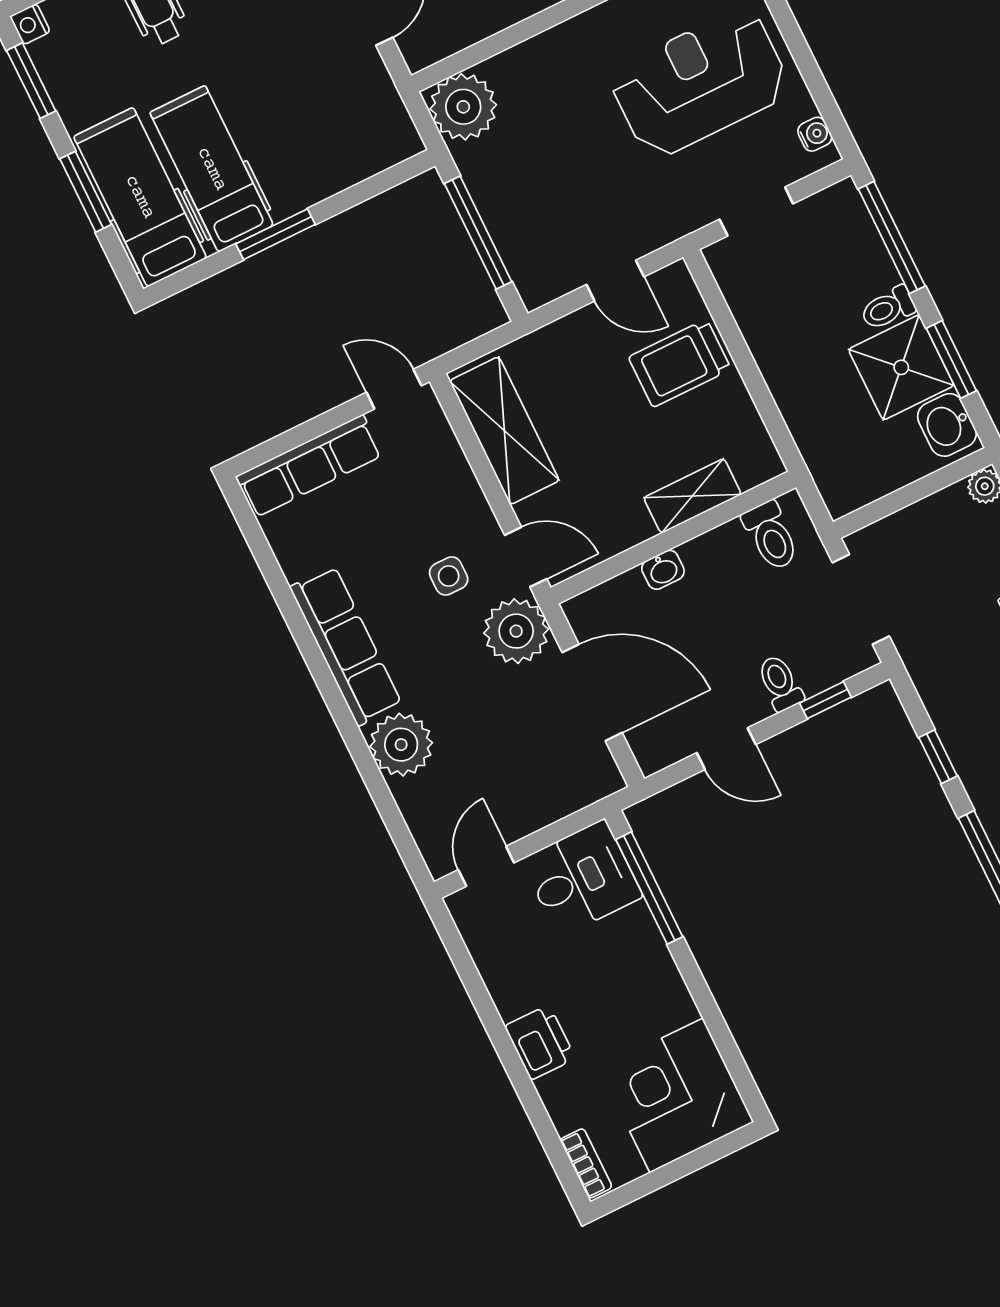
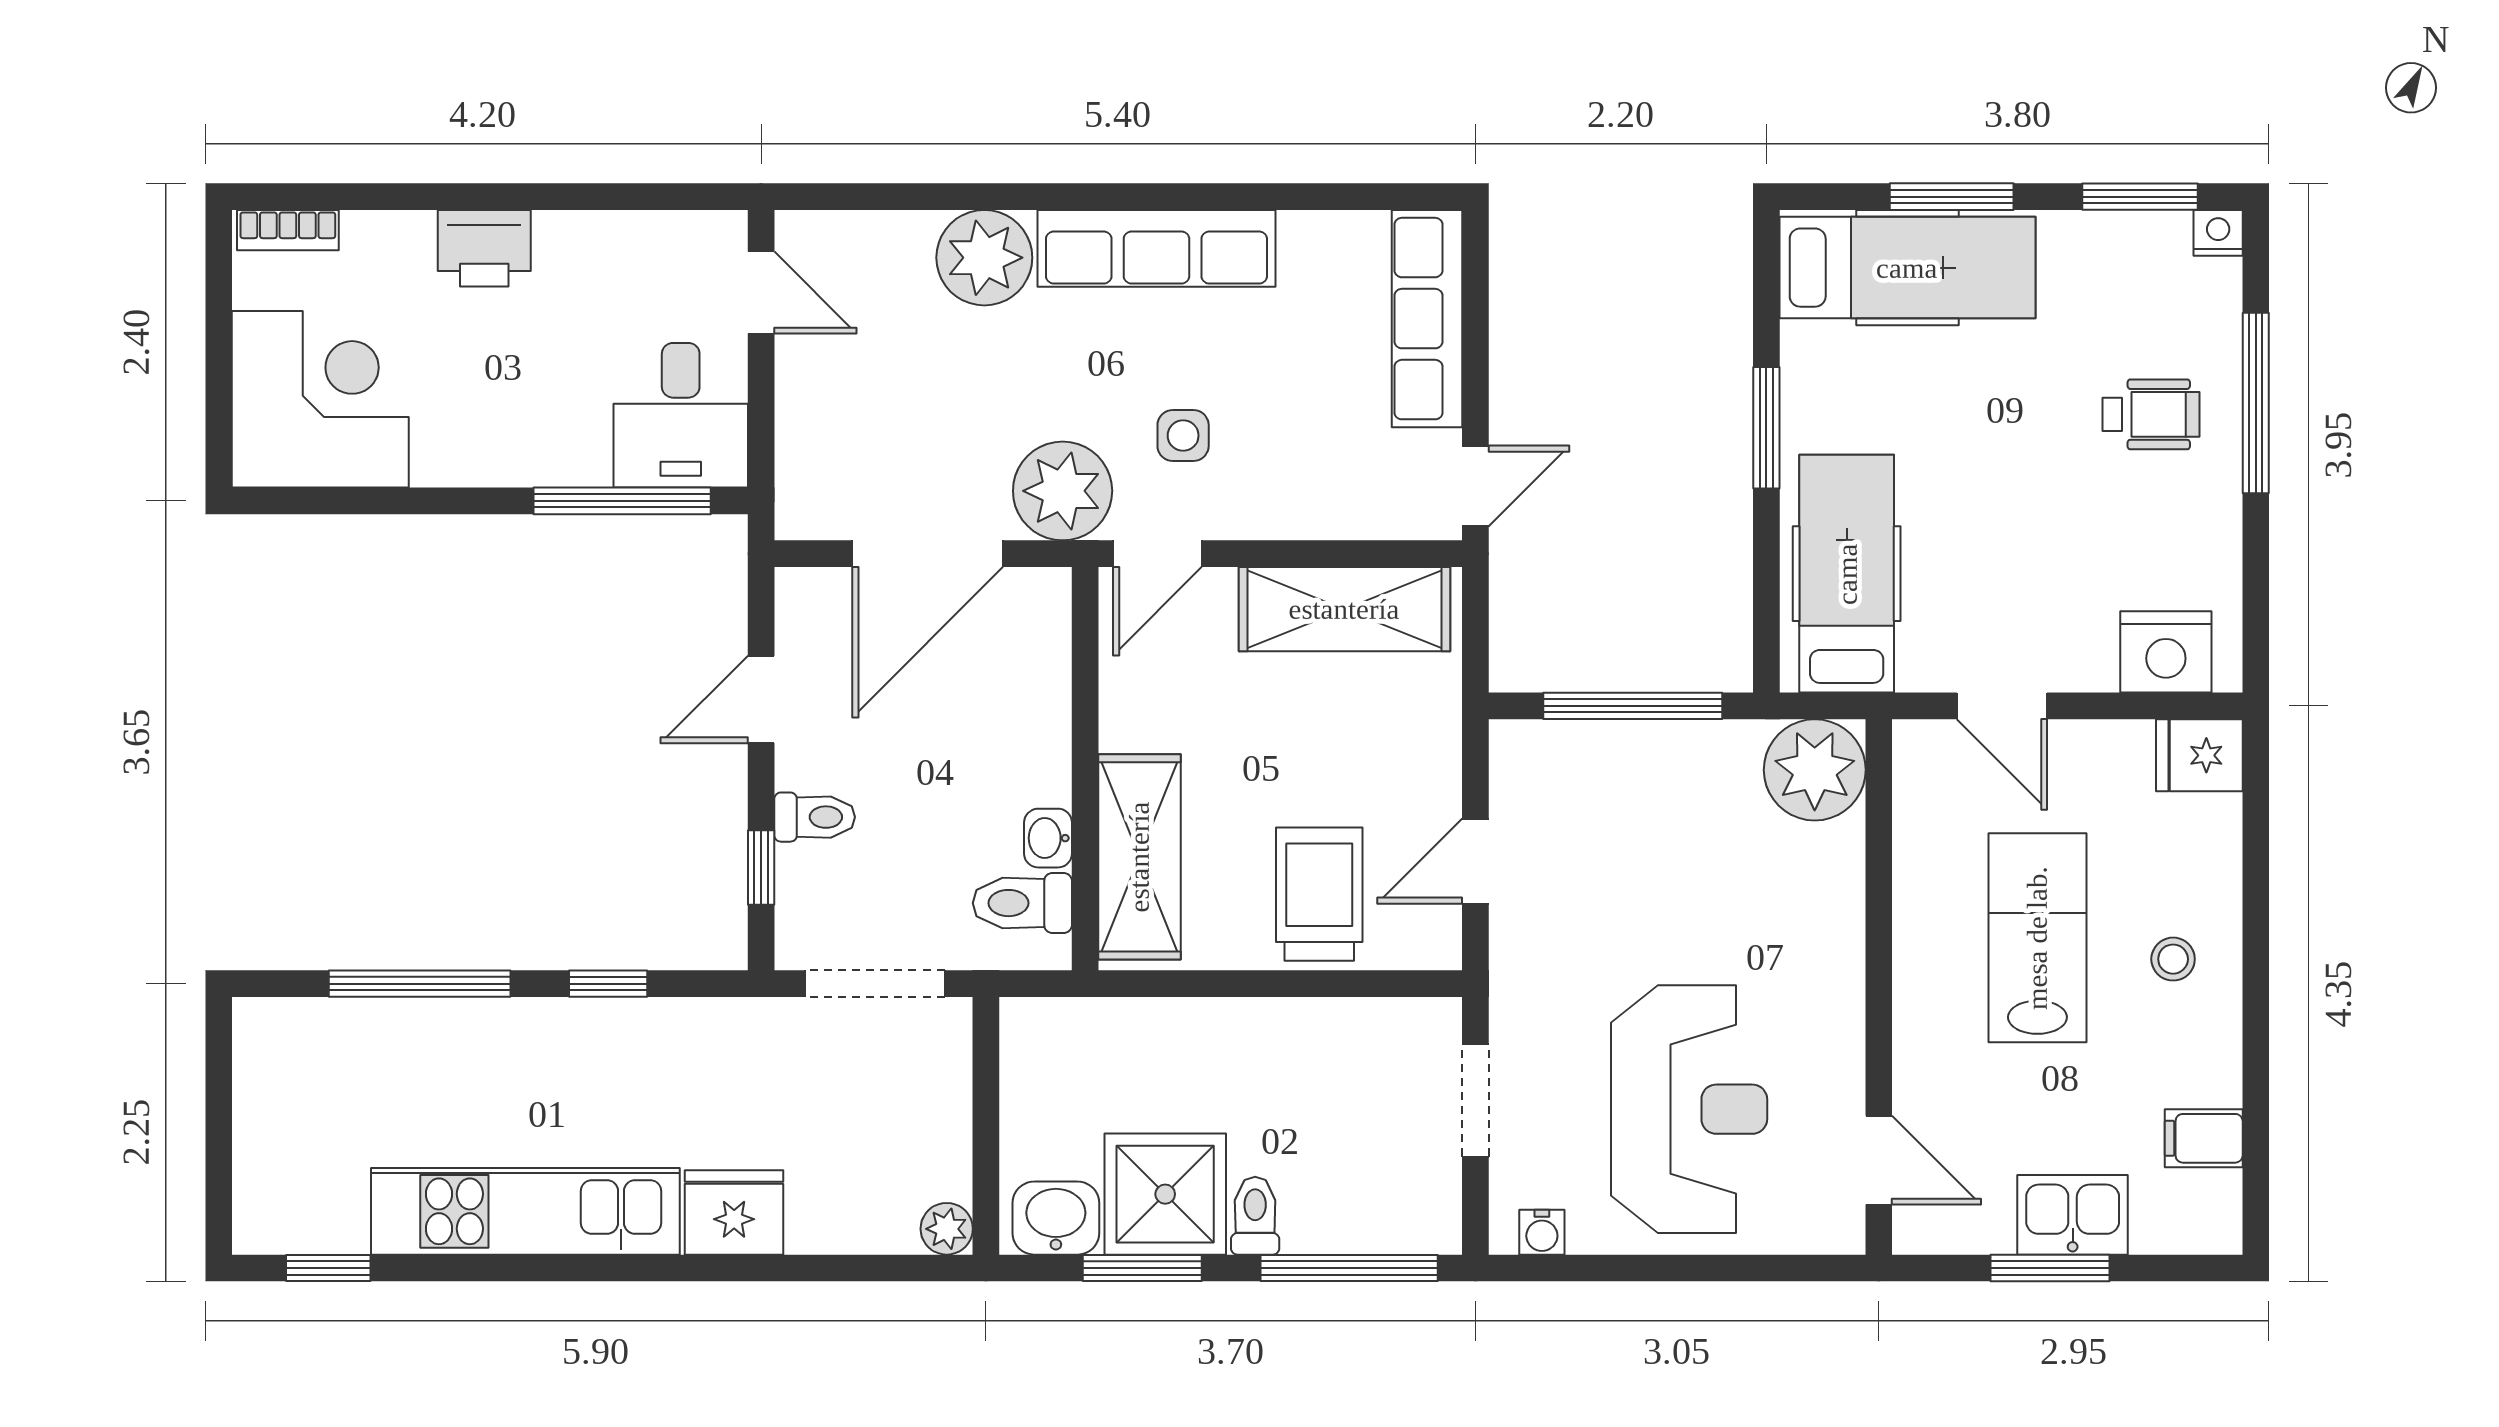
hospital bed: (212, 169) -> (1847, 574), moved, turned -90
shelving: (692, 496) -> (1139, 857), width x1.50, depth x1.33
washbasin: (663, 570) -> (1048, 838), moved

